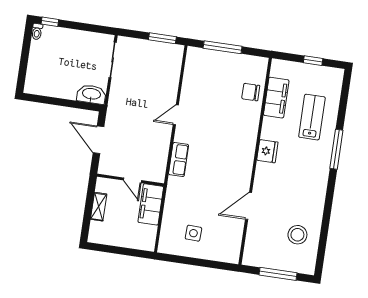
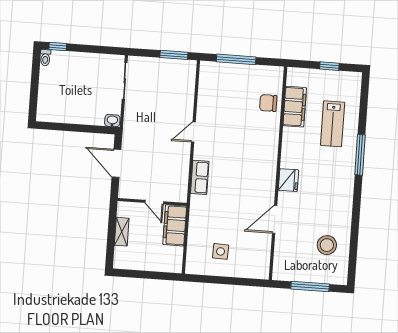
washbasin: (91, 94) -> (112, 121), width x0.52, depth x0.69
lab bench: (312, 117) -> (333, 124), turned 180
fridge: (267, 151) -> (288, 180), moved

